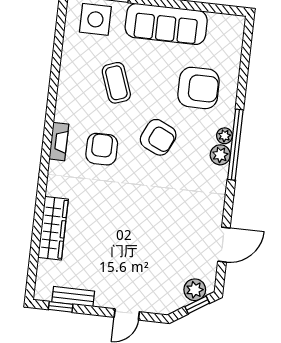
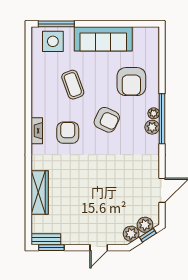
armchair: (199, 88) -> (131, 82), turned 90
bench: (73, 297) -> (46, 239), moved
plant: (174, 300) -> (131, 234), added
window: (61, 307) -> (51, 248), width x1.50

